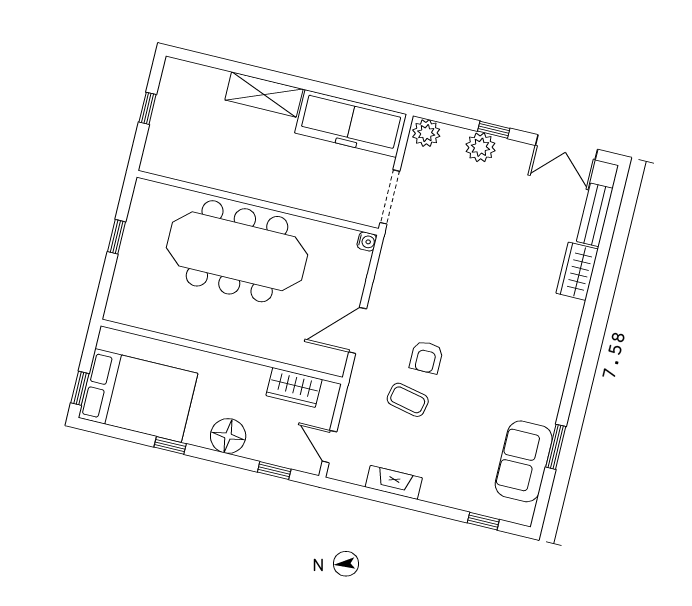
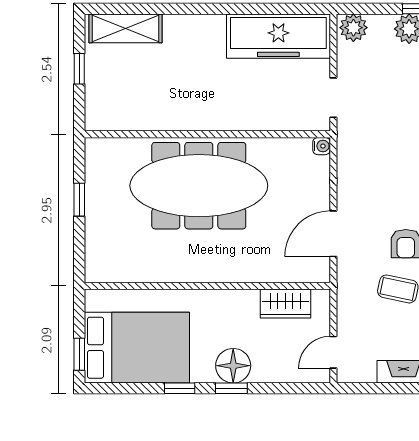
shelving: (264, 95) -> (126, 28), moved
doorway: (390, 197) -> (333, 98), width x0.73
door: (329, 447) -> (333, 352), hinge flipped
window: (274, 471) -> (231, 388), moved

